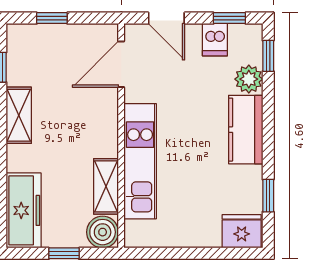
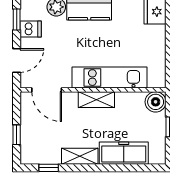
shelving: (106, 186) -> (96, 100), moved
freezer: (24, 210) -> (124, 153), moved

